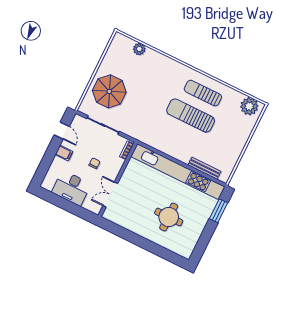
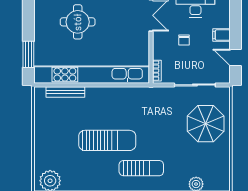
sun lounger: (203, 93) -> (141, 168), moved

